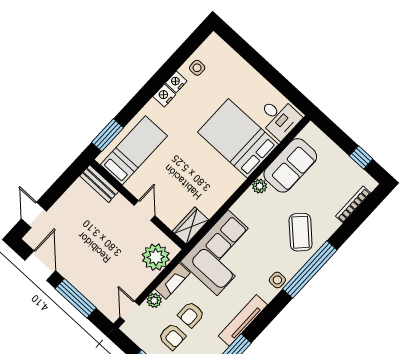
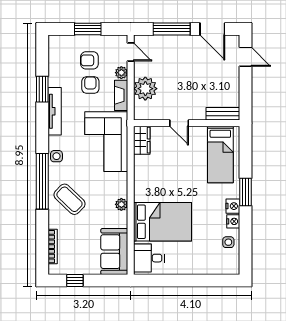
window: (108, 135) -> (245, 192), moved
sofa: (290, 165) -> (114, 252), moved
plant: (156, 257) -> (145, 89), moved

